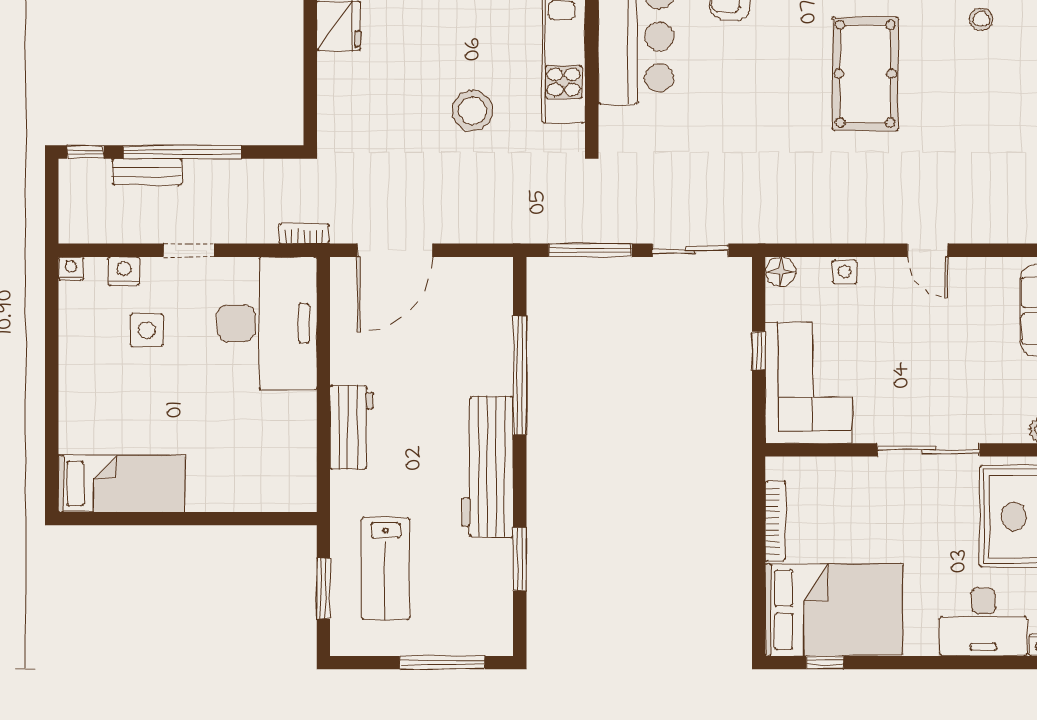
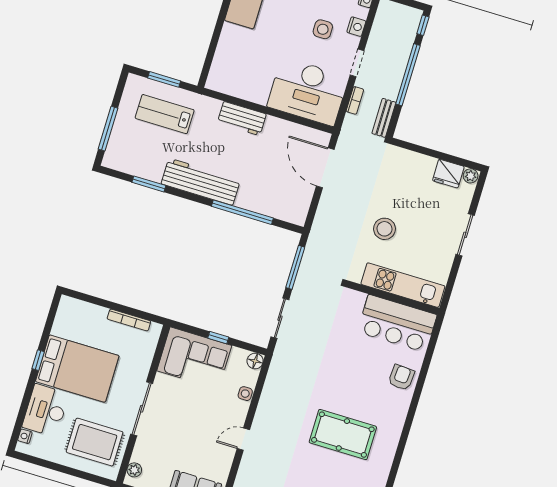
bench: (147, 172) -> (384, 118), moved
bookcase: (304, 234) -> (355, 100), moved
bed: (834, 610) -> (77, 369), moved, turned -90
window: (825, 663) -> (38, 360), moved

